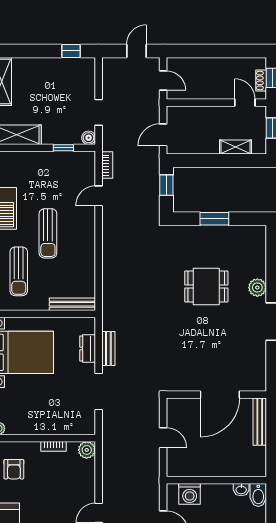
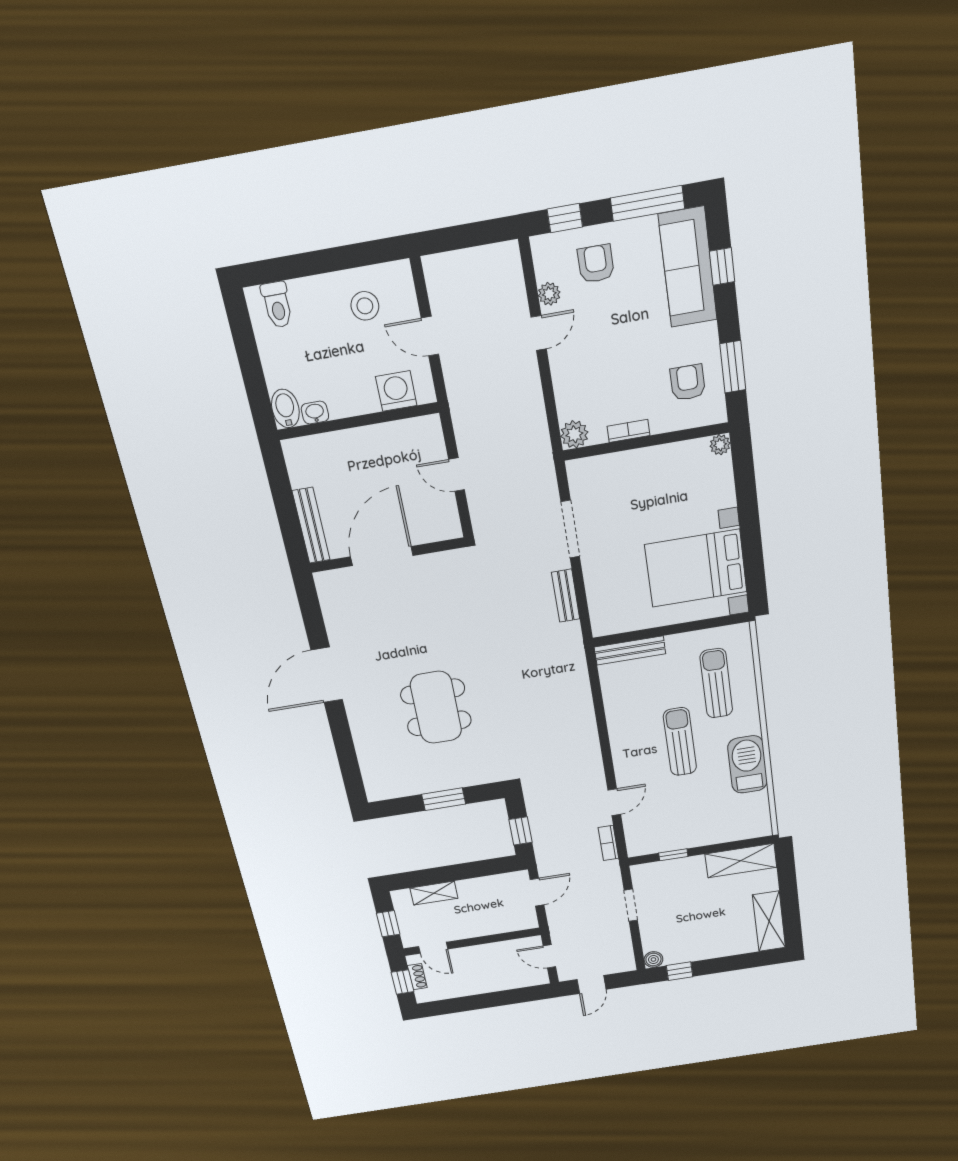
boiler: (89, 138) -> (653, 959), moved
dining table: (206, 287) -> (436, 707), width x1.38
plant: (257, 288) -> (361, 718), removed
dresser: (88, 348) -> (597, 591), removed

